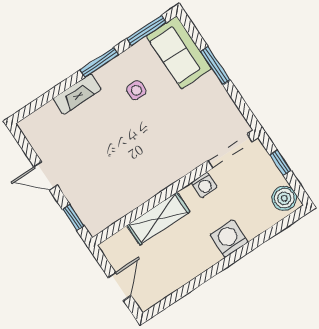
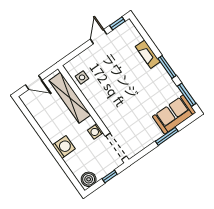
side table: (136, 90) -> (82, 77), moved
window: (73, 217) -> (117, 23), moved
shelving: (158, 219) -> (70, 98), width x1.47

